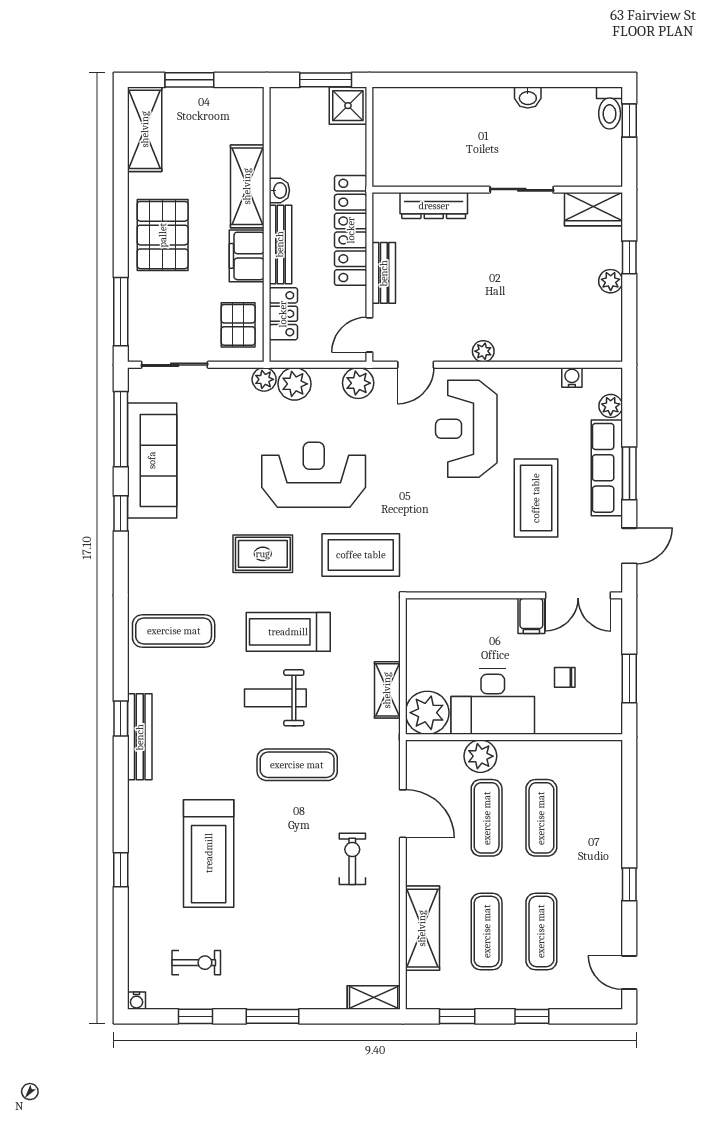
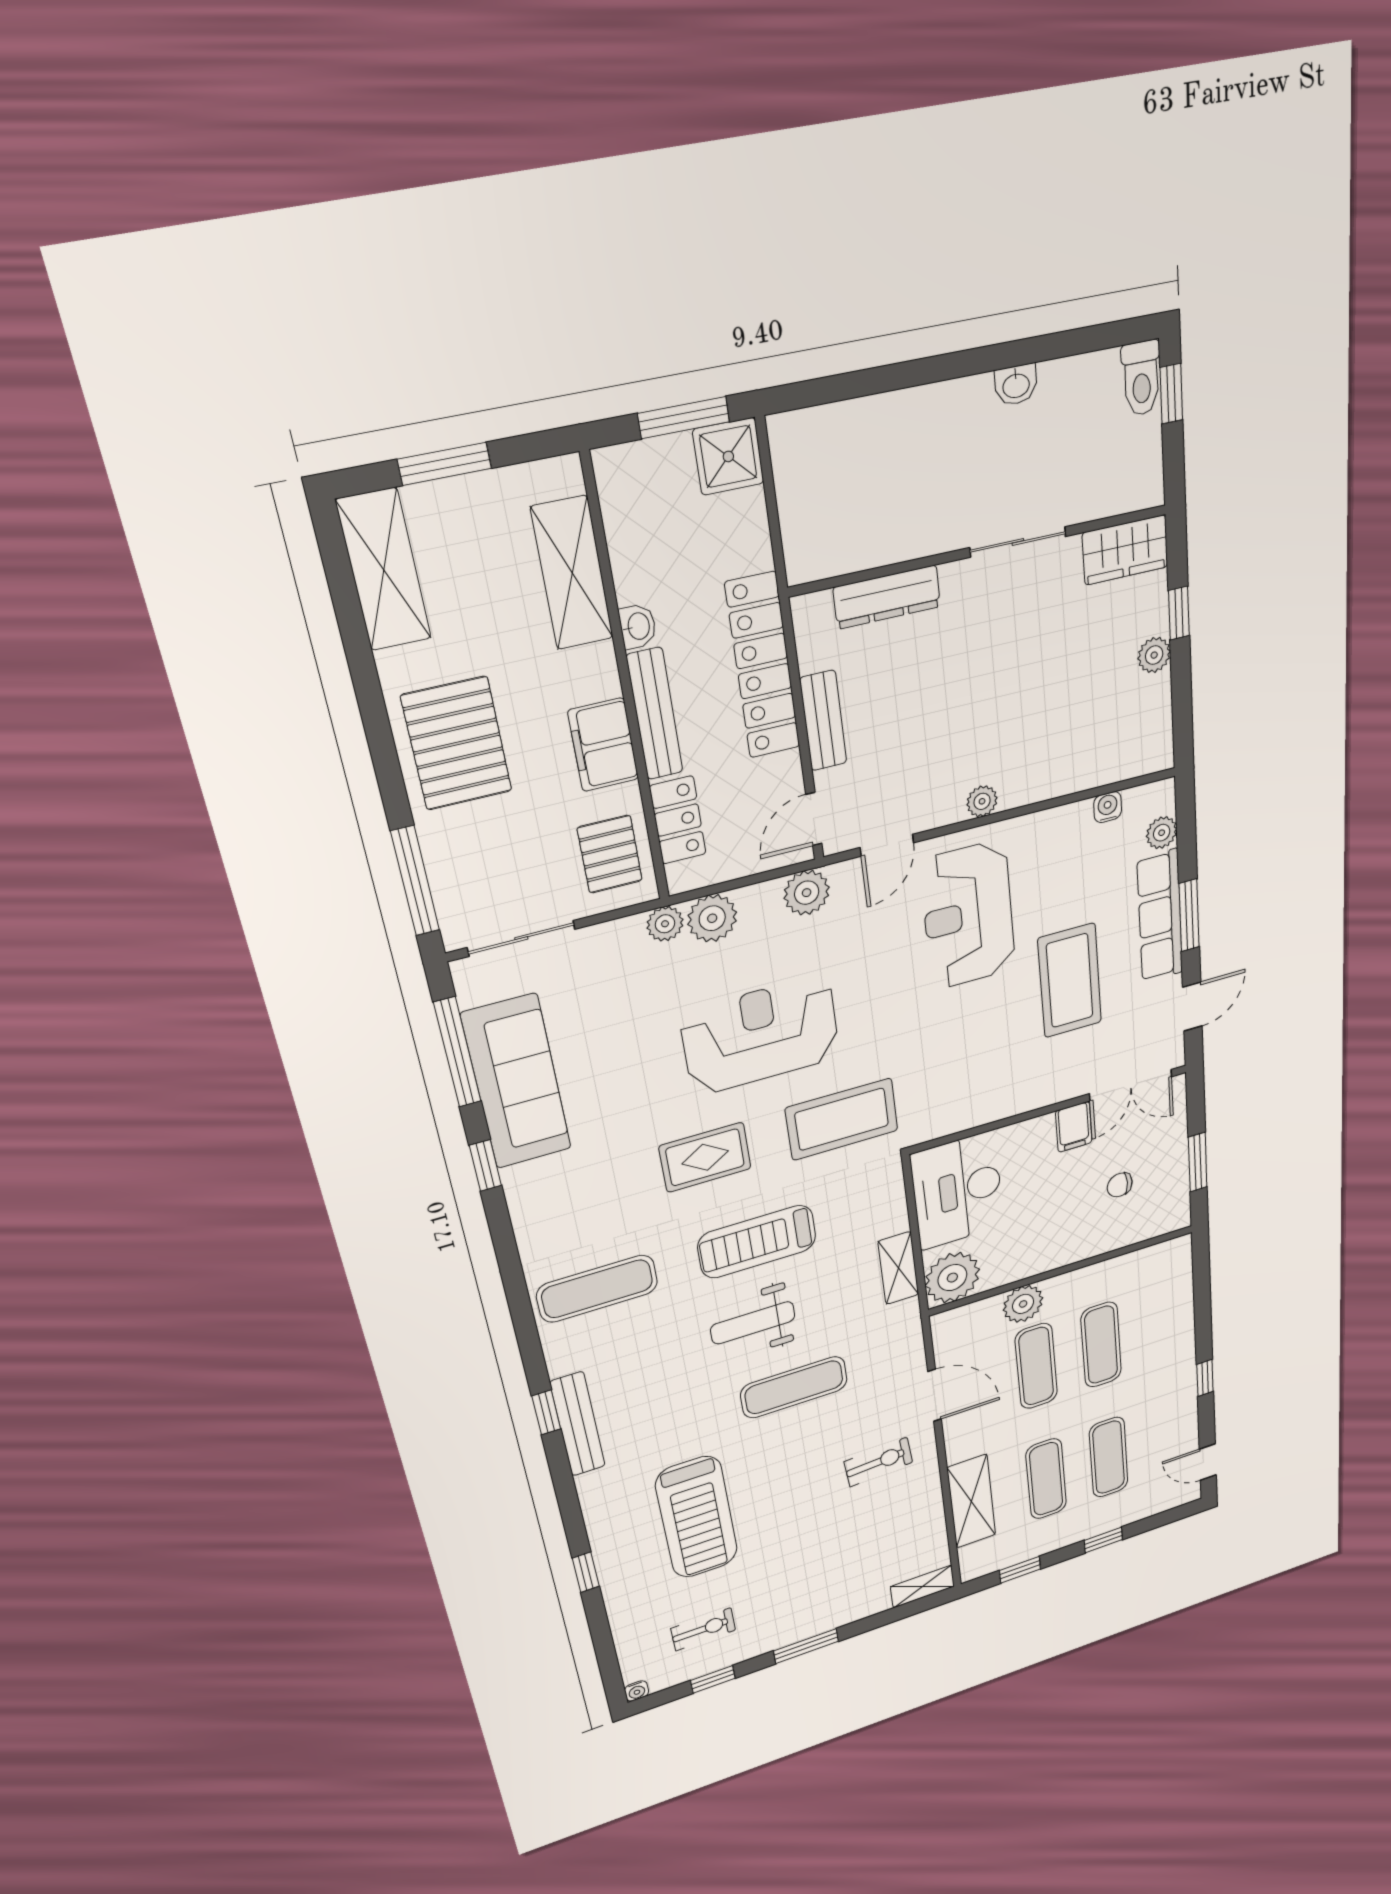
shelving: (247, 186) -> (572, 573), moved
desk: (493, 702) -> (957, 1191), moved, turned 90
exercise bike: (352, 859) -> (879, 1462), turned 86

